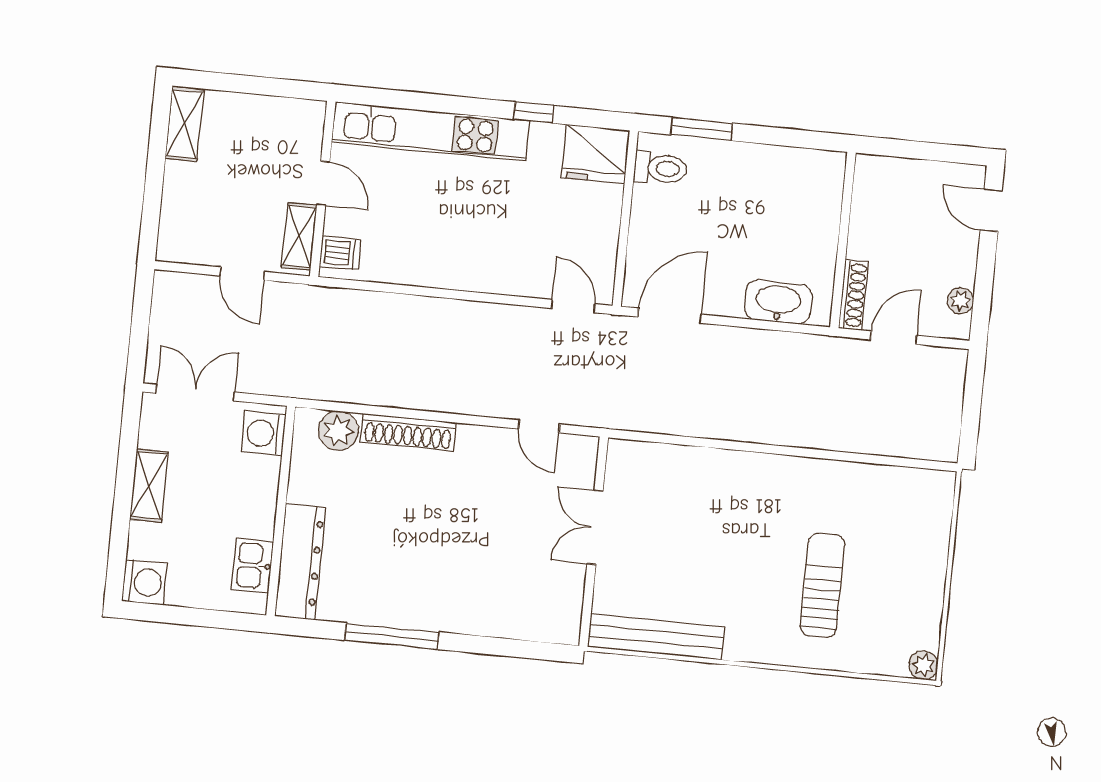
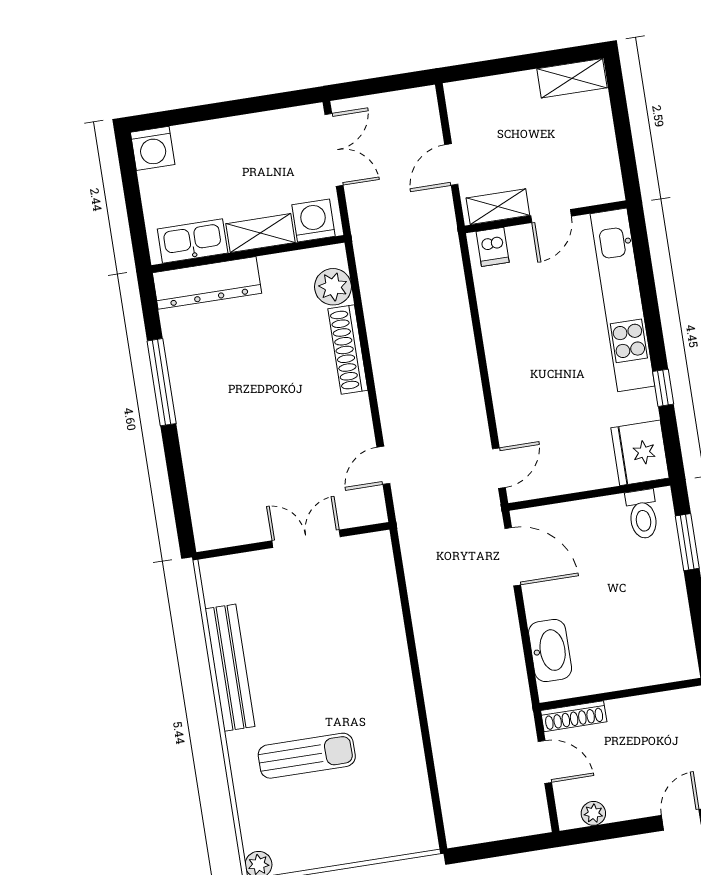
shelving: (149, 486) -> (260, 233), moved
kitchen sink: (252, 565) -> (193, 241), width x1.38
bench: (656, 637) -> (230, 668), moved

